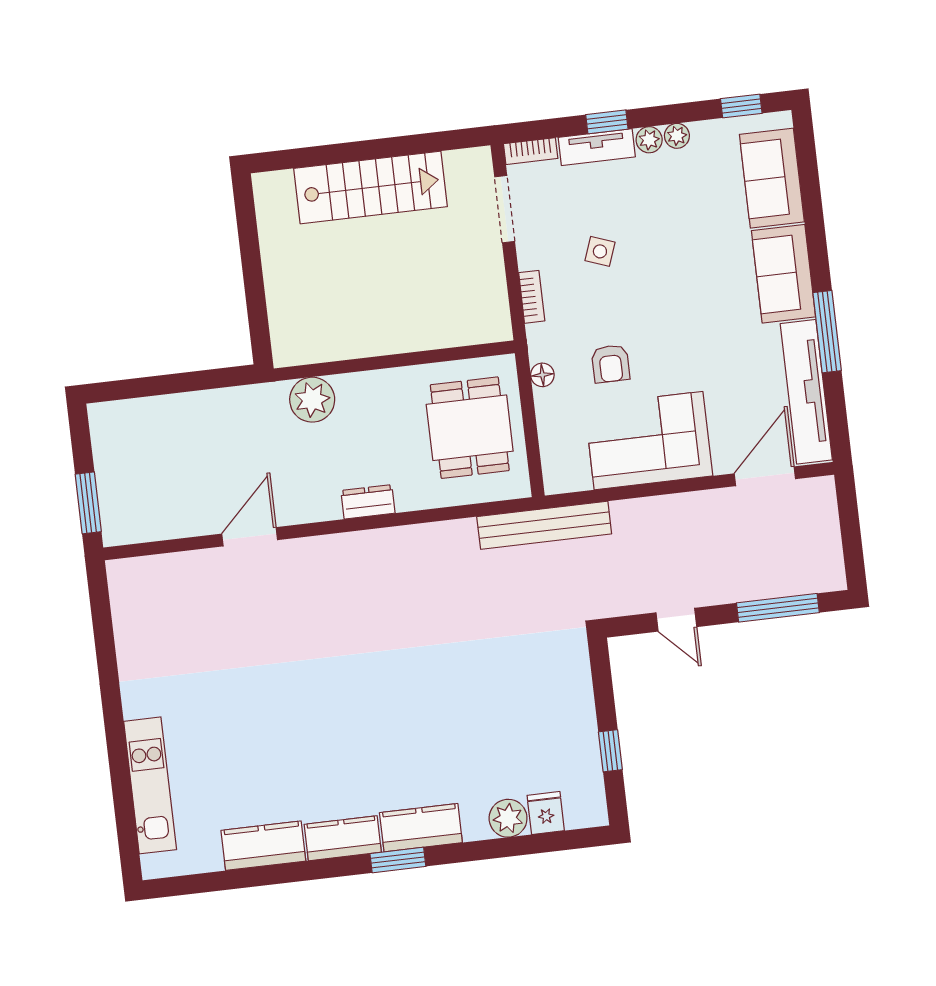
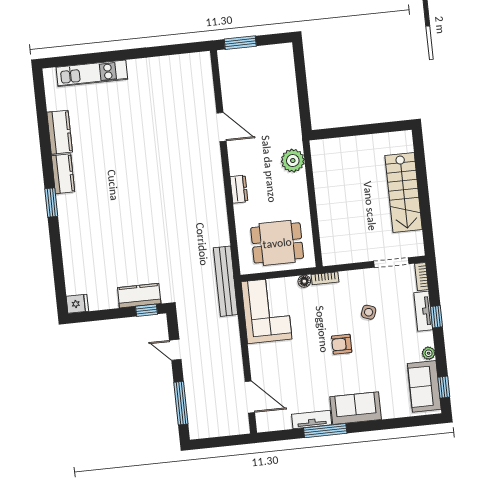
plant: (649, 140) -> (427, 339), removed
sofa: (772, 178) -> (424, 386), moved, turned -90
bookcase: (532, 297) -> (325, 278), moved
armchair: (611, 364) -> (342, 344), moved
tv unit: (806, 392) -> (312, 420), width x0.52, depth x0.78
corner sofa: (649, 441) -> (266, 310), moved
door: (676, 620) -> (175, 350), hinge flipped
window: (610, 751) -> (147, 310), moved
fridge: (546, 813) -> (77, 304), moved
plant: (508, 818) -> (72, 260), removed
kitchen counter: (421, 828) -> (139, 296), moved, turned -90

